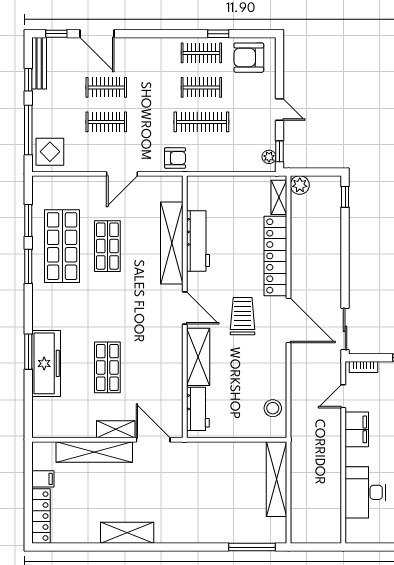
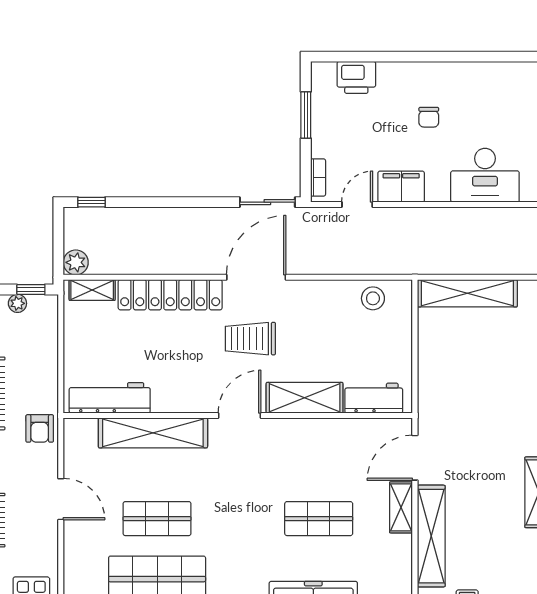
plant: (269, 157) -> (17, 303), moved
armchair: (175, 158) -> (40, 428), turned 180
workbench: (198, 241) -> (110, 398), moved
door: (343, 396) -> (357, 205), swing flipped

